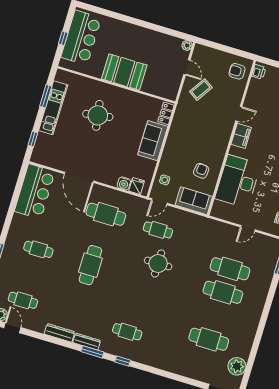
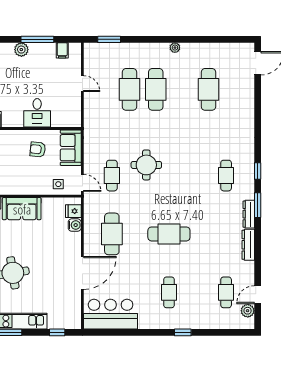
desk: (238, 181) -> (37, 113), width x0.53, depth x0.77
plant: (237, 366) -> (175, 48), moved, width x0.53, depth x0.53

